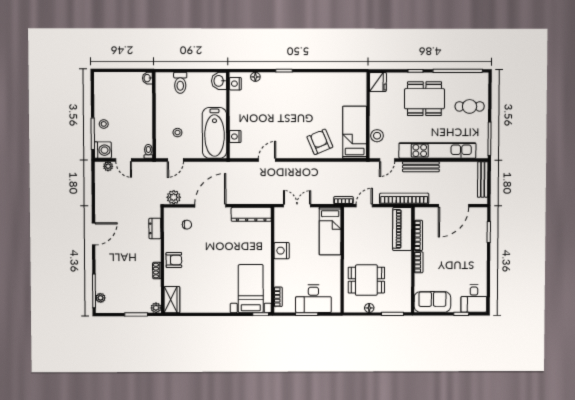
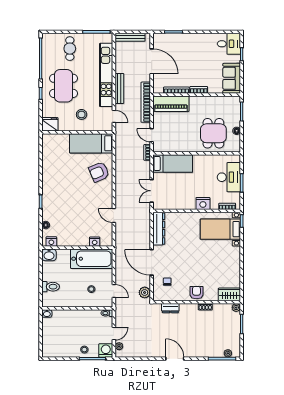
stool: (377, 136) -> (82, 114), moved
nightstand: (282, 251) -> (203, 203), moved

